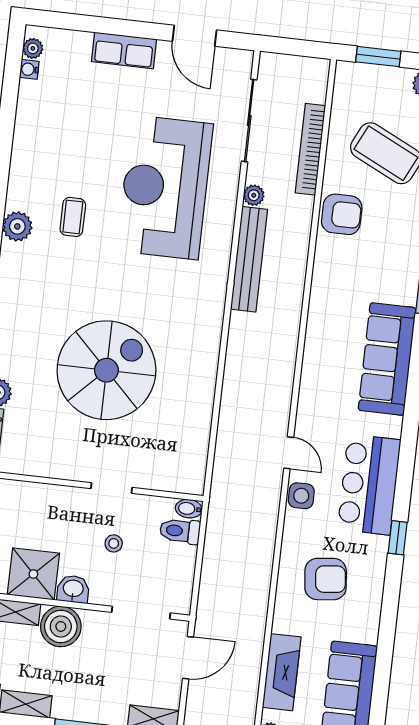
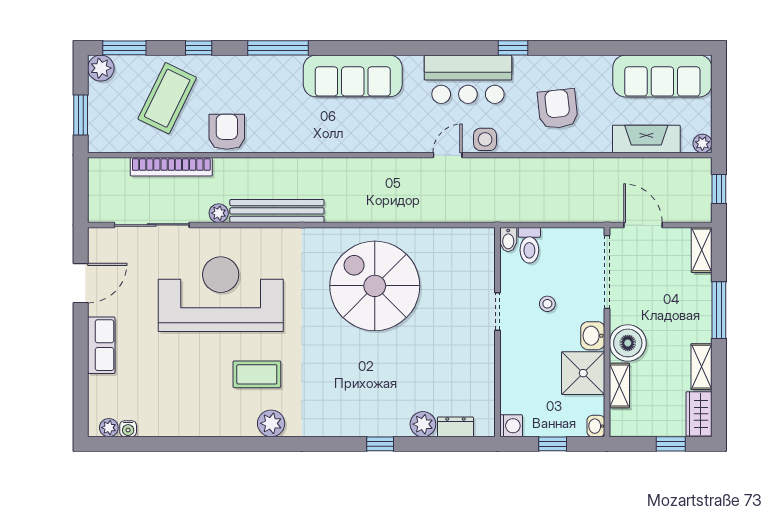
reception desk: (165, 187) -> (221, 294), turned 180
coffee table: (73, 217) -> (257, 374), width x1.36, depth x1.30
spiral stairs: (106, 370) -> (375, 286), moved
doorway: (141, 613) -> (607, 272), width x1.36

